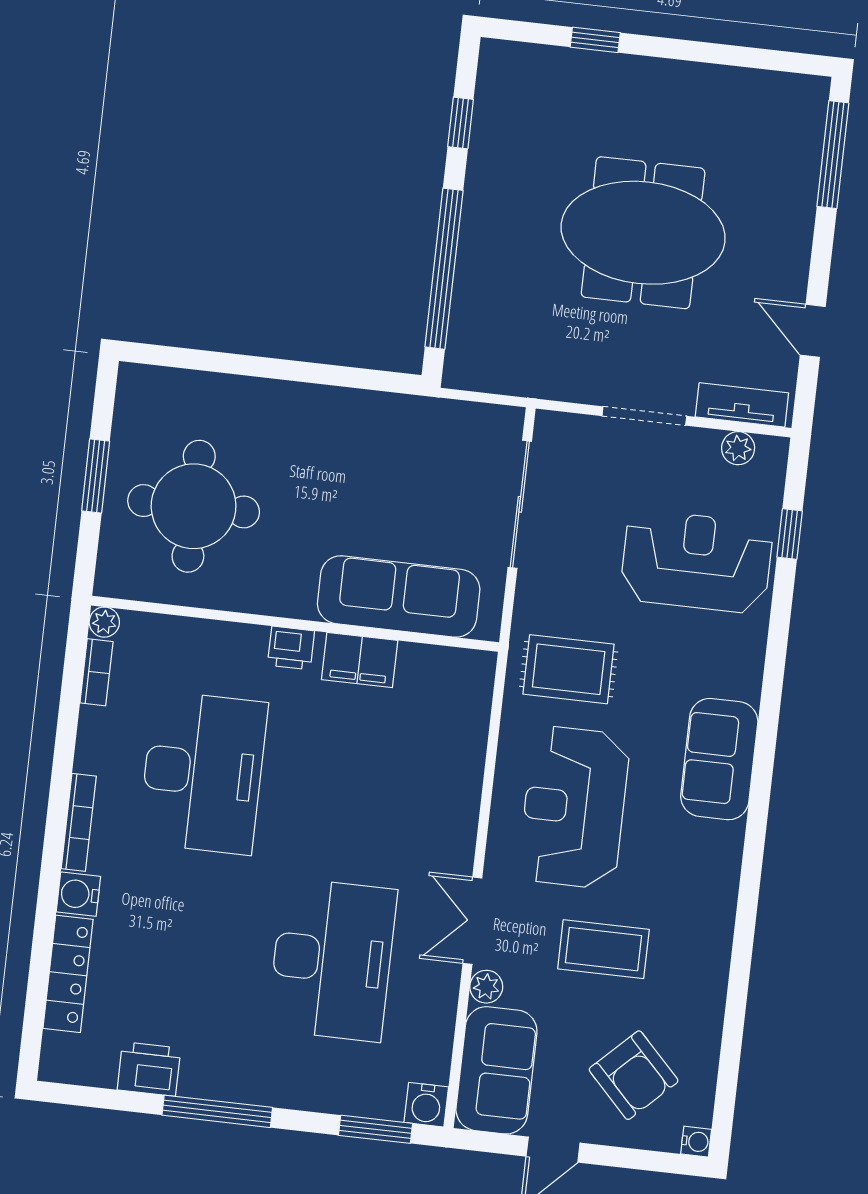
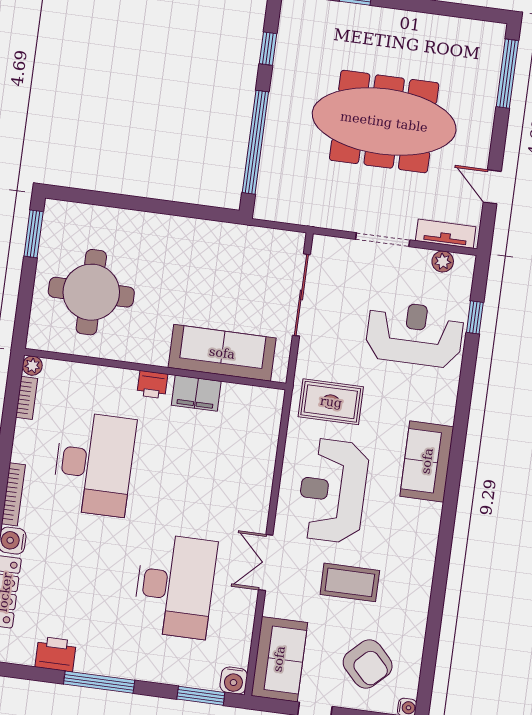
meeting table: (643, 233) -> (384, 122), width x1.36
window: (96, 476) -> (34, 234), moved
plant: (486, 987) -> (274, 605), removed

